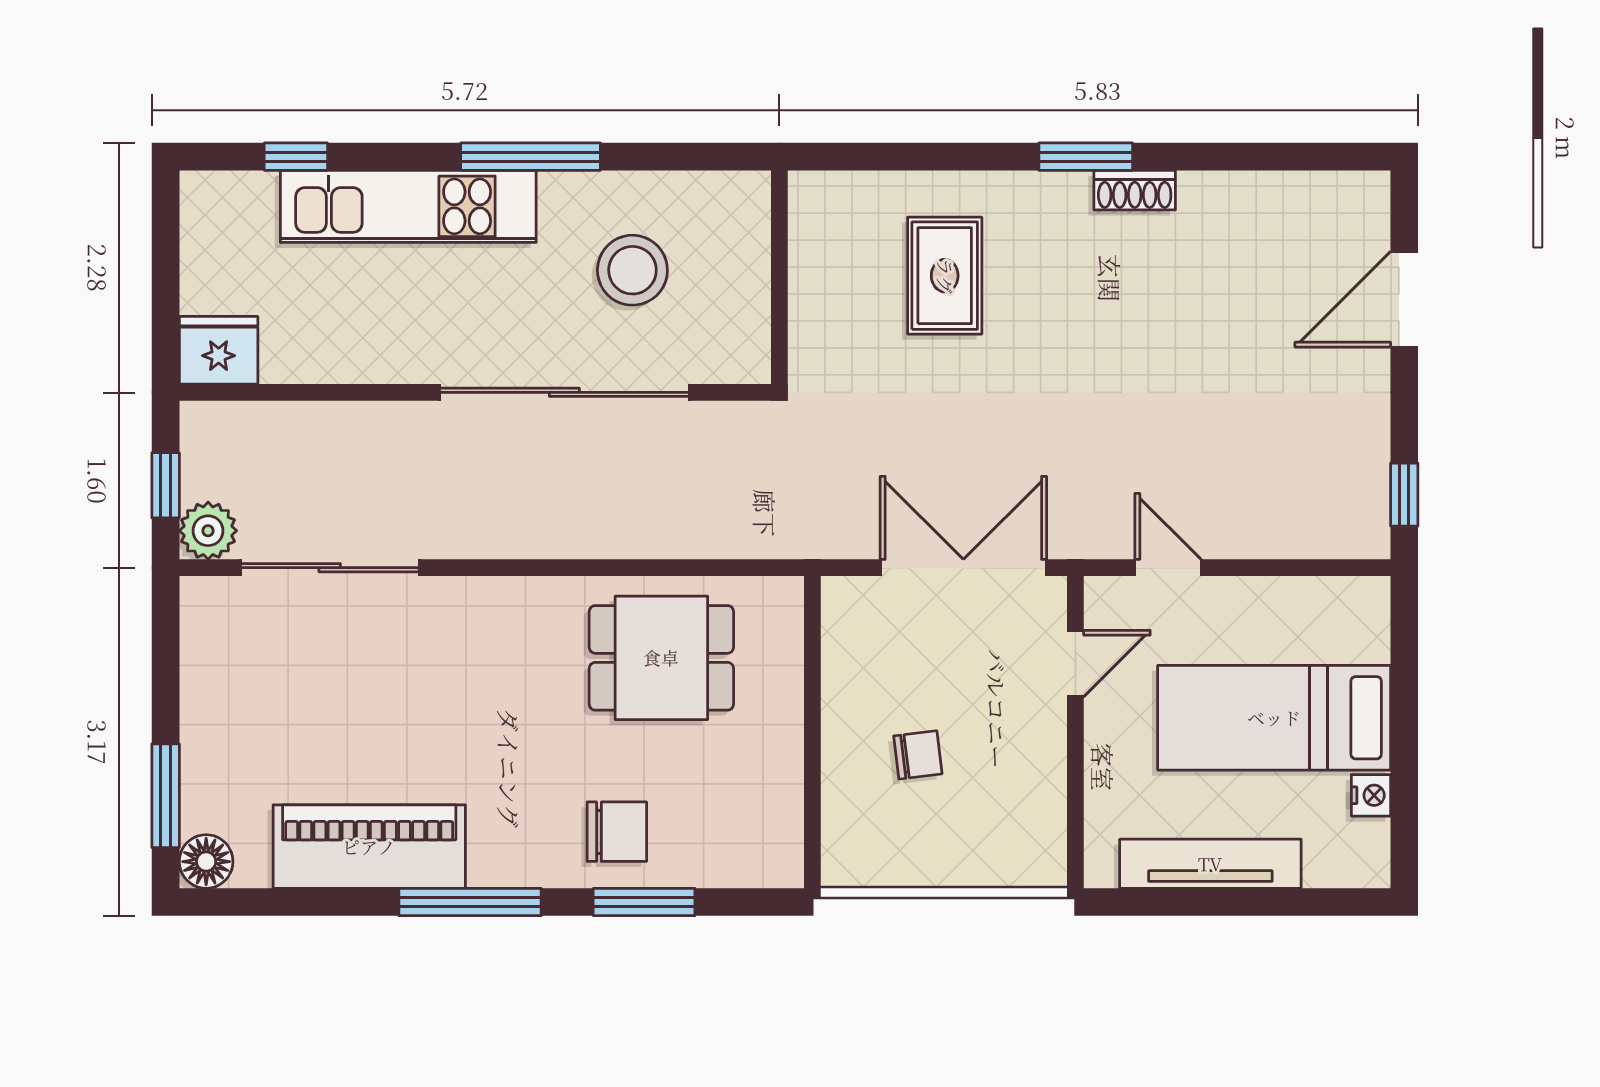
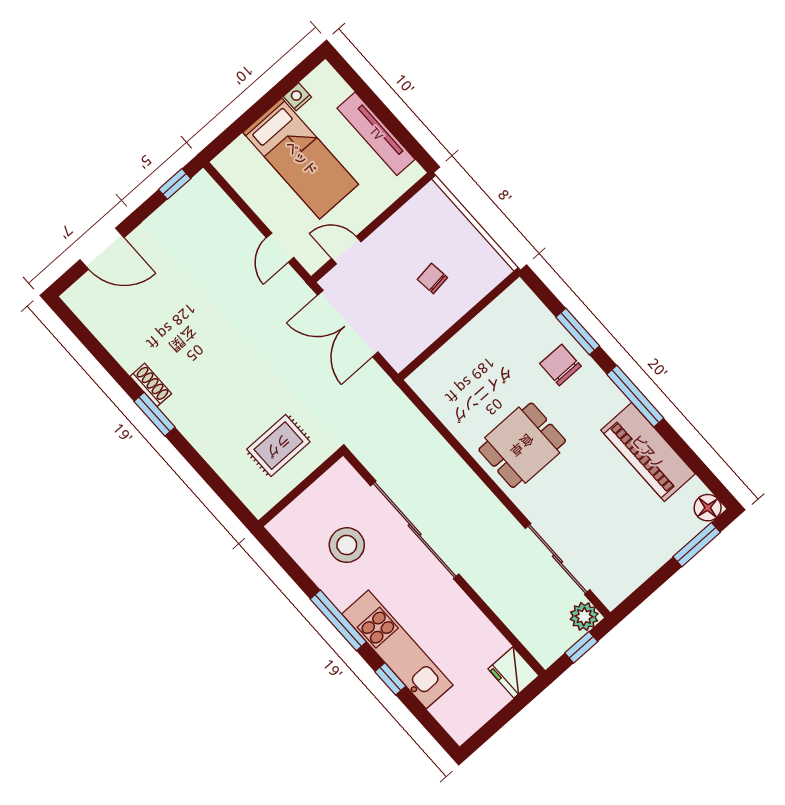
window: (296, 157) -> (390, 679), moved
rug: (945, 276) -> (278, 446), moved
dining table: (661, 658) -> (522, 445), moved, turned 90

